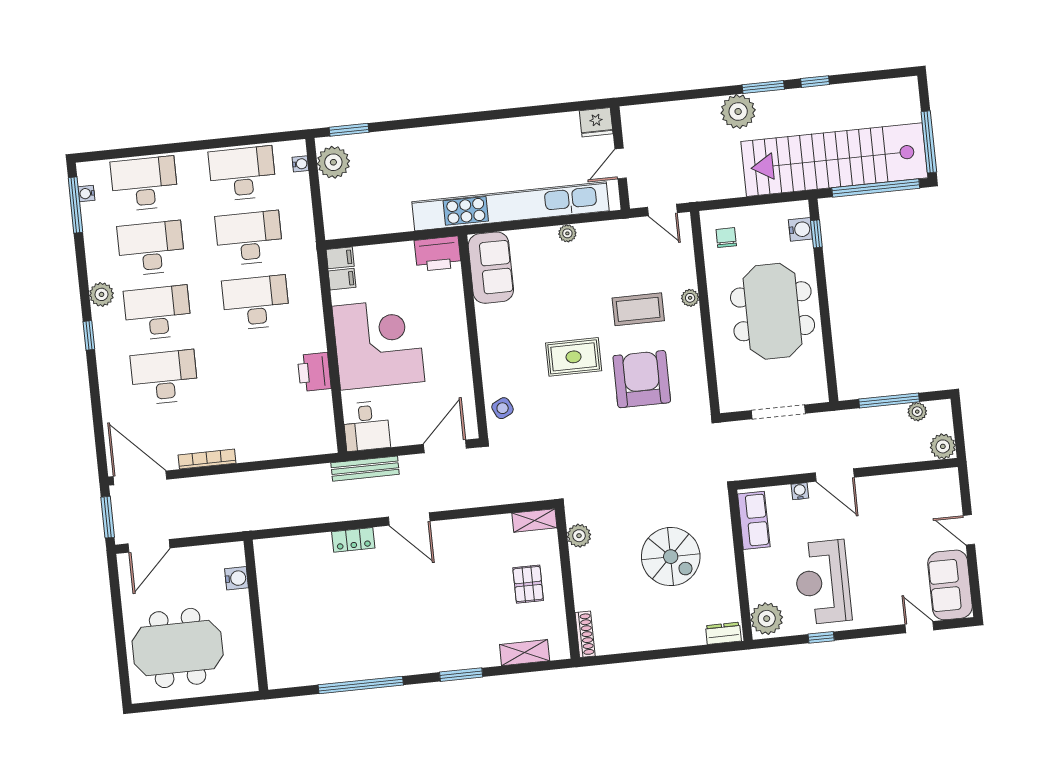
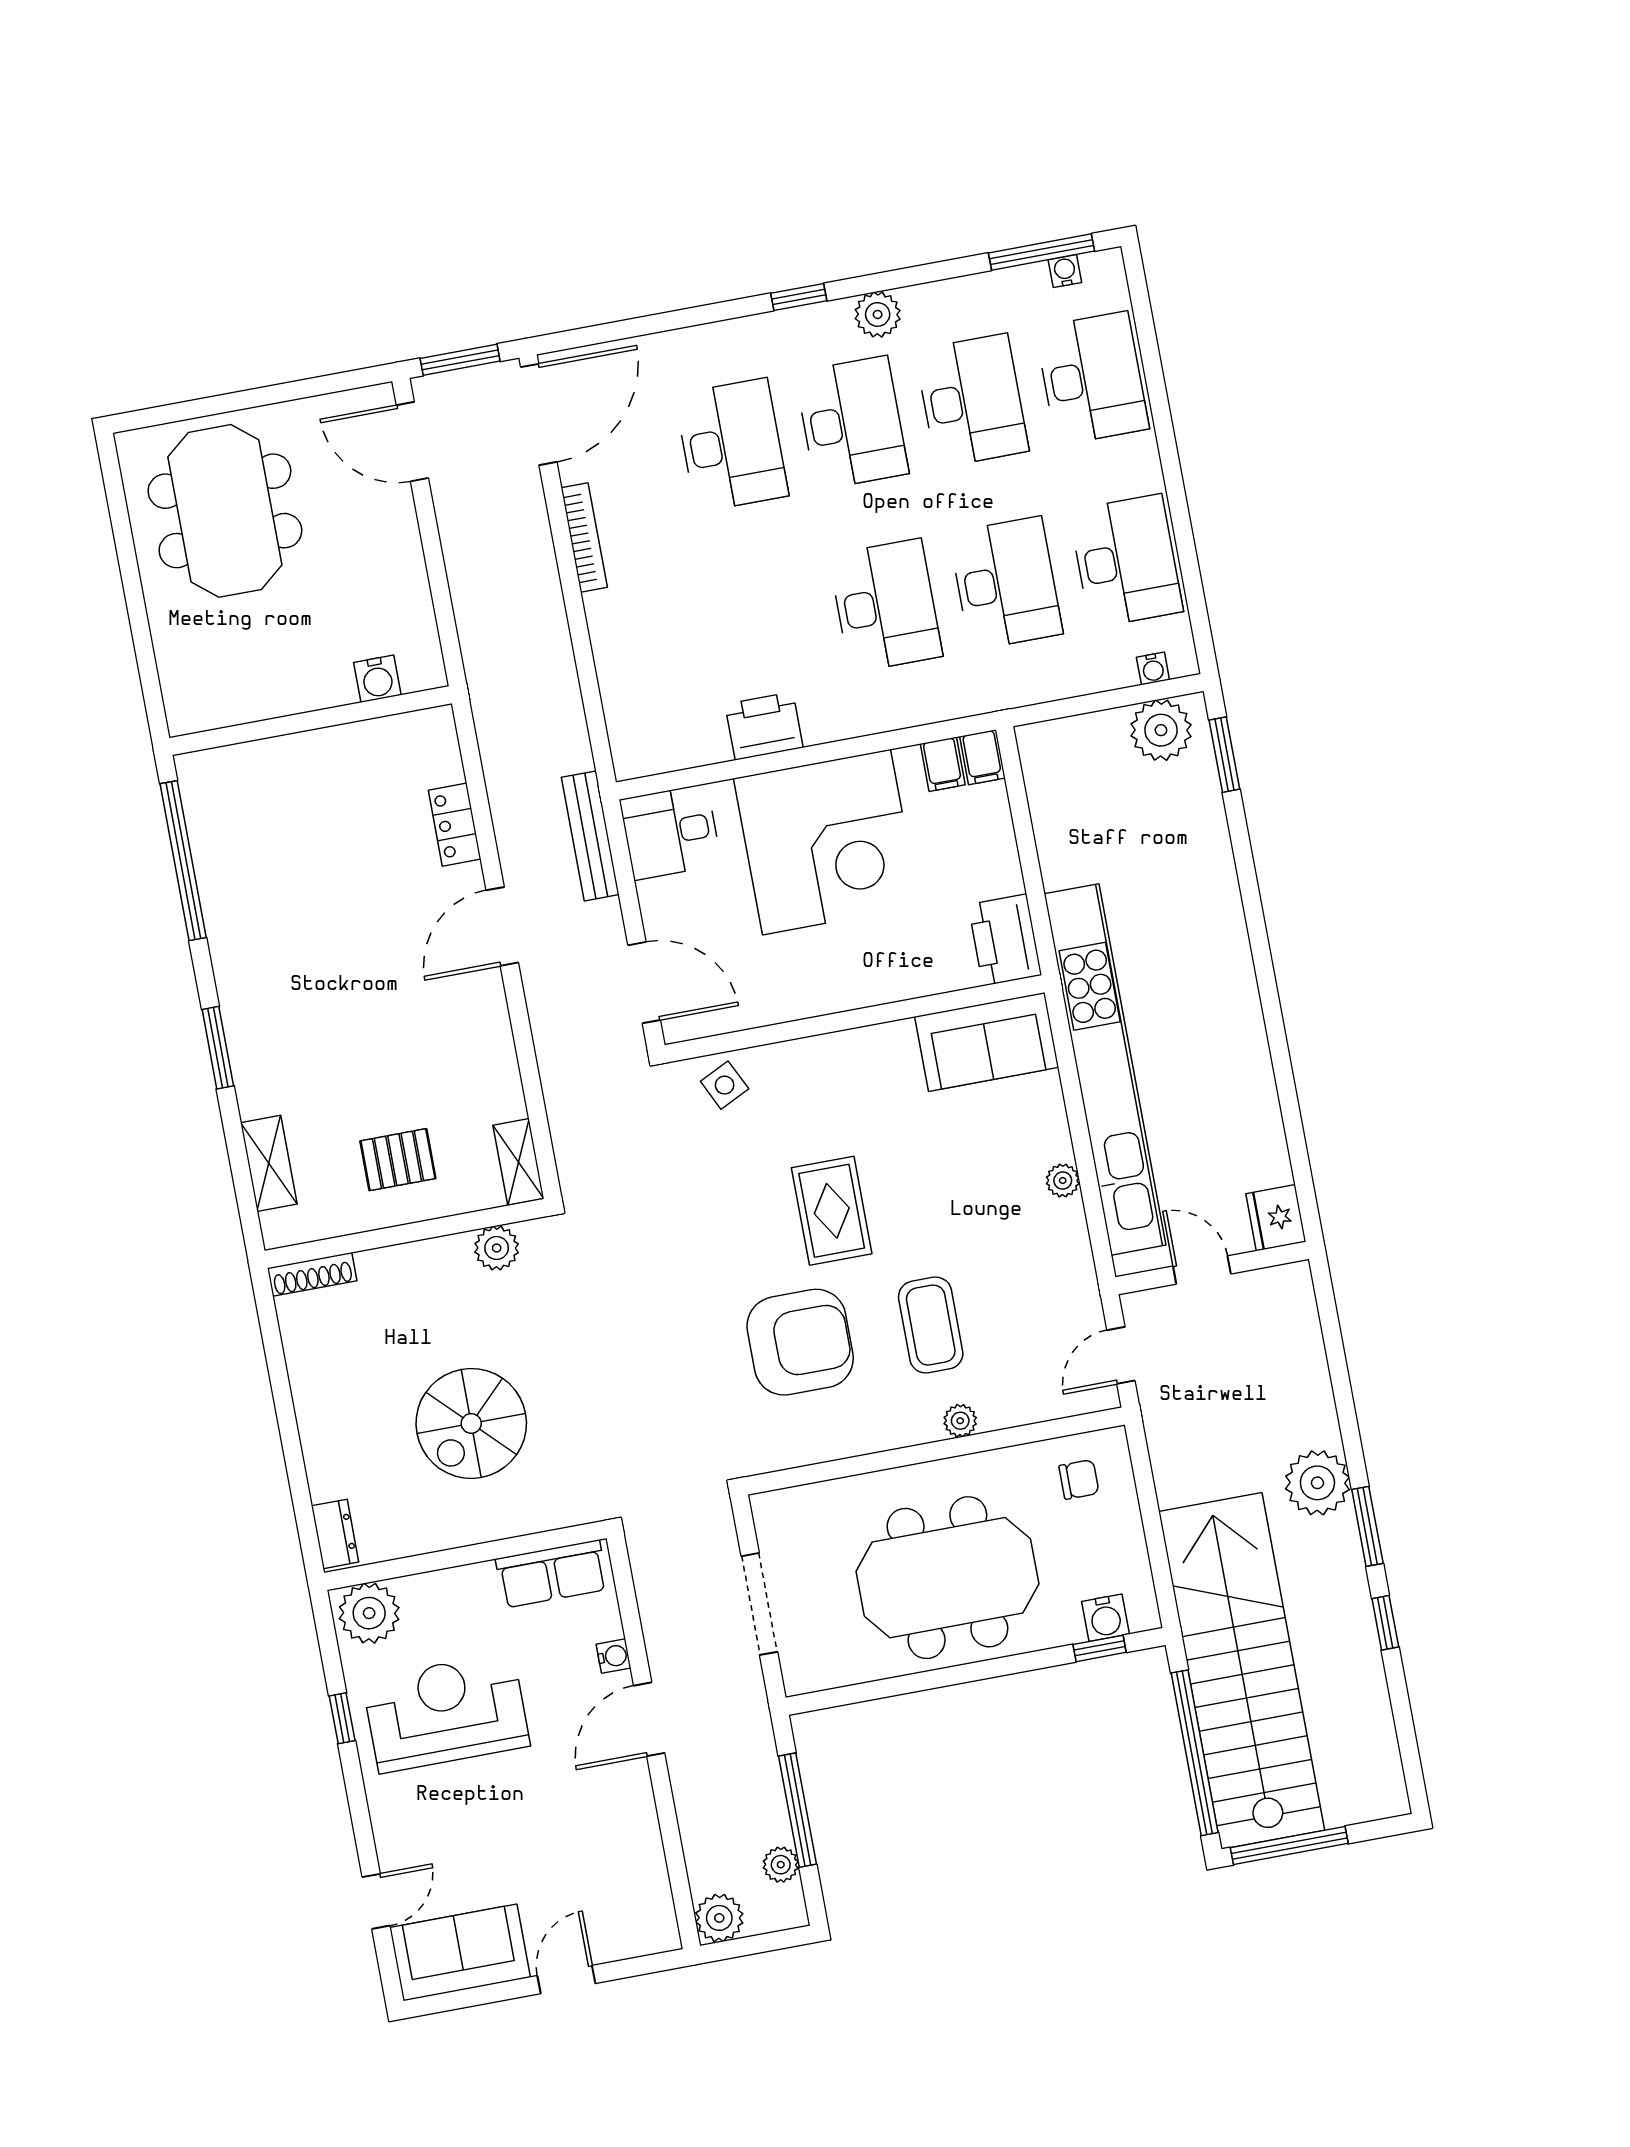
water cooler: (236, 578) -> (377, 679), moved
wall: (256, 615) -> (311, 721), moved

